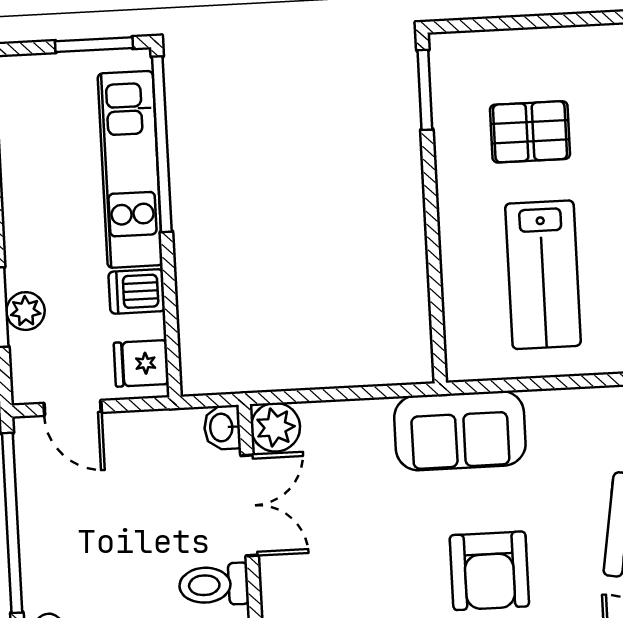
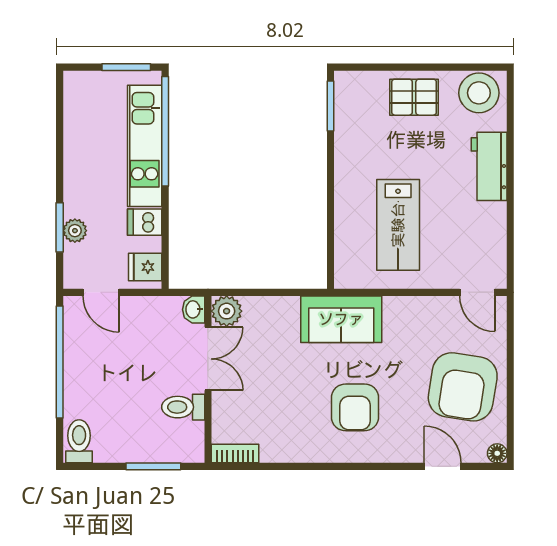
pallet: (530, 132) -> (414, 97), moved

